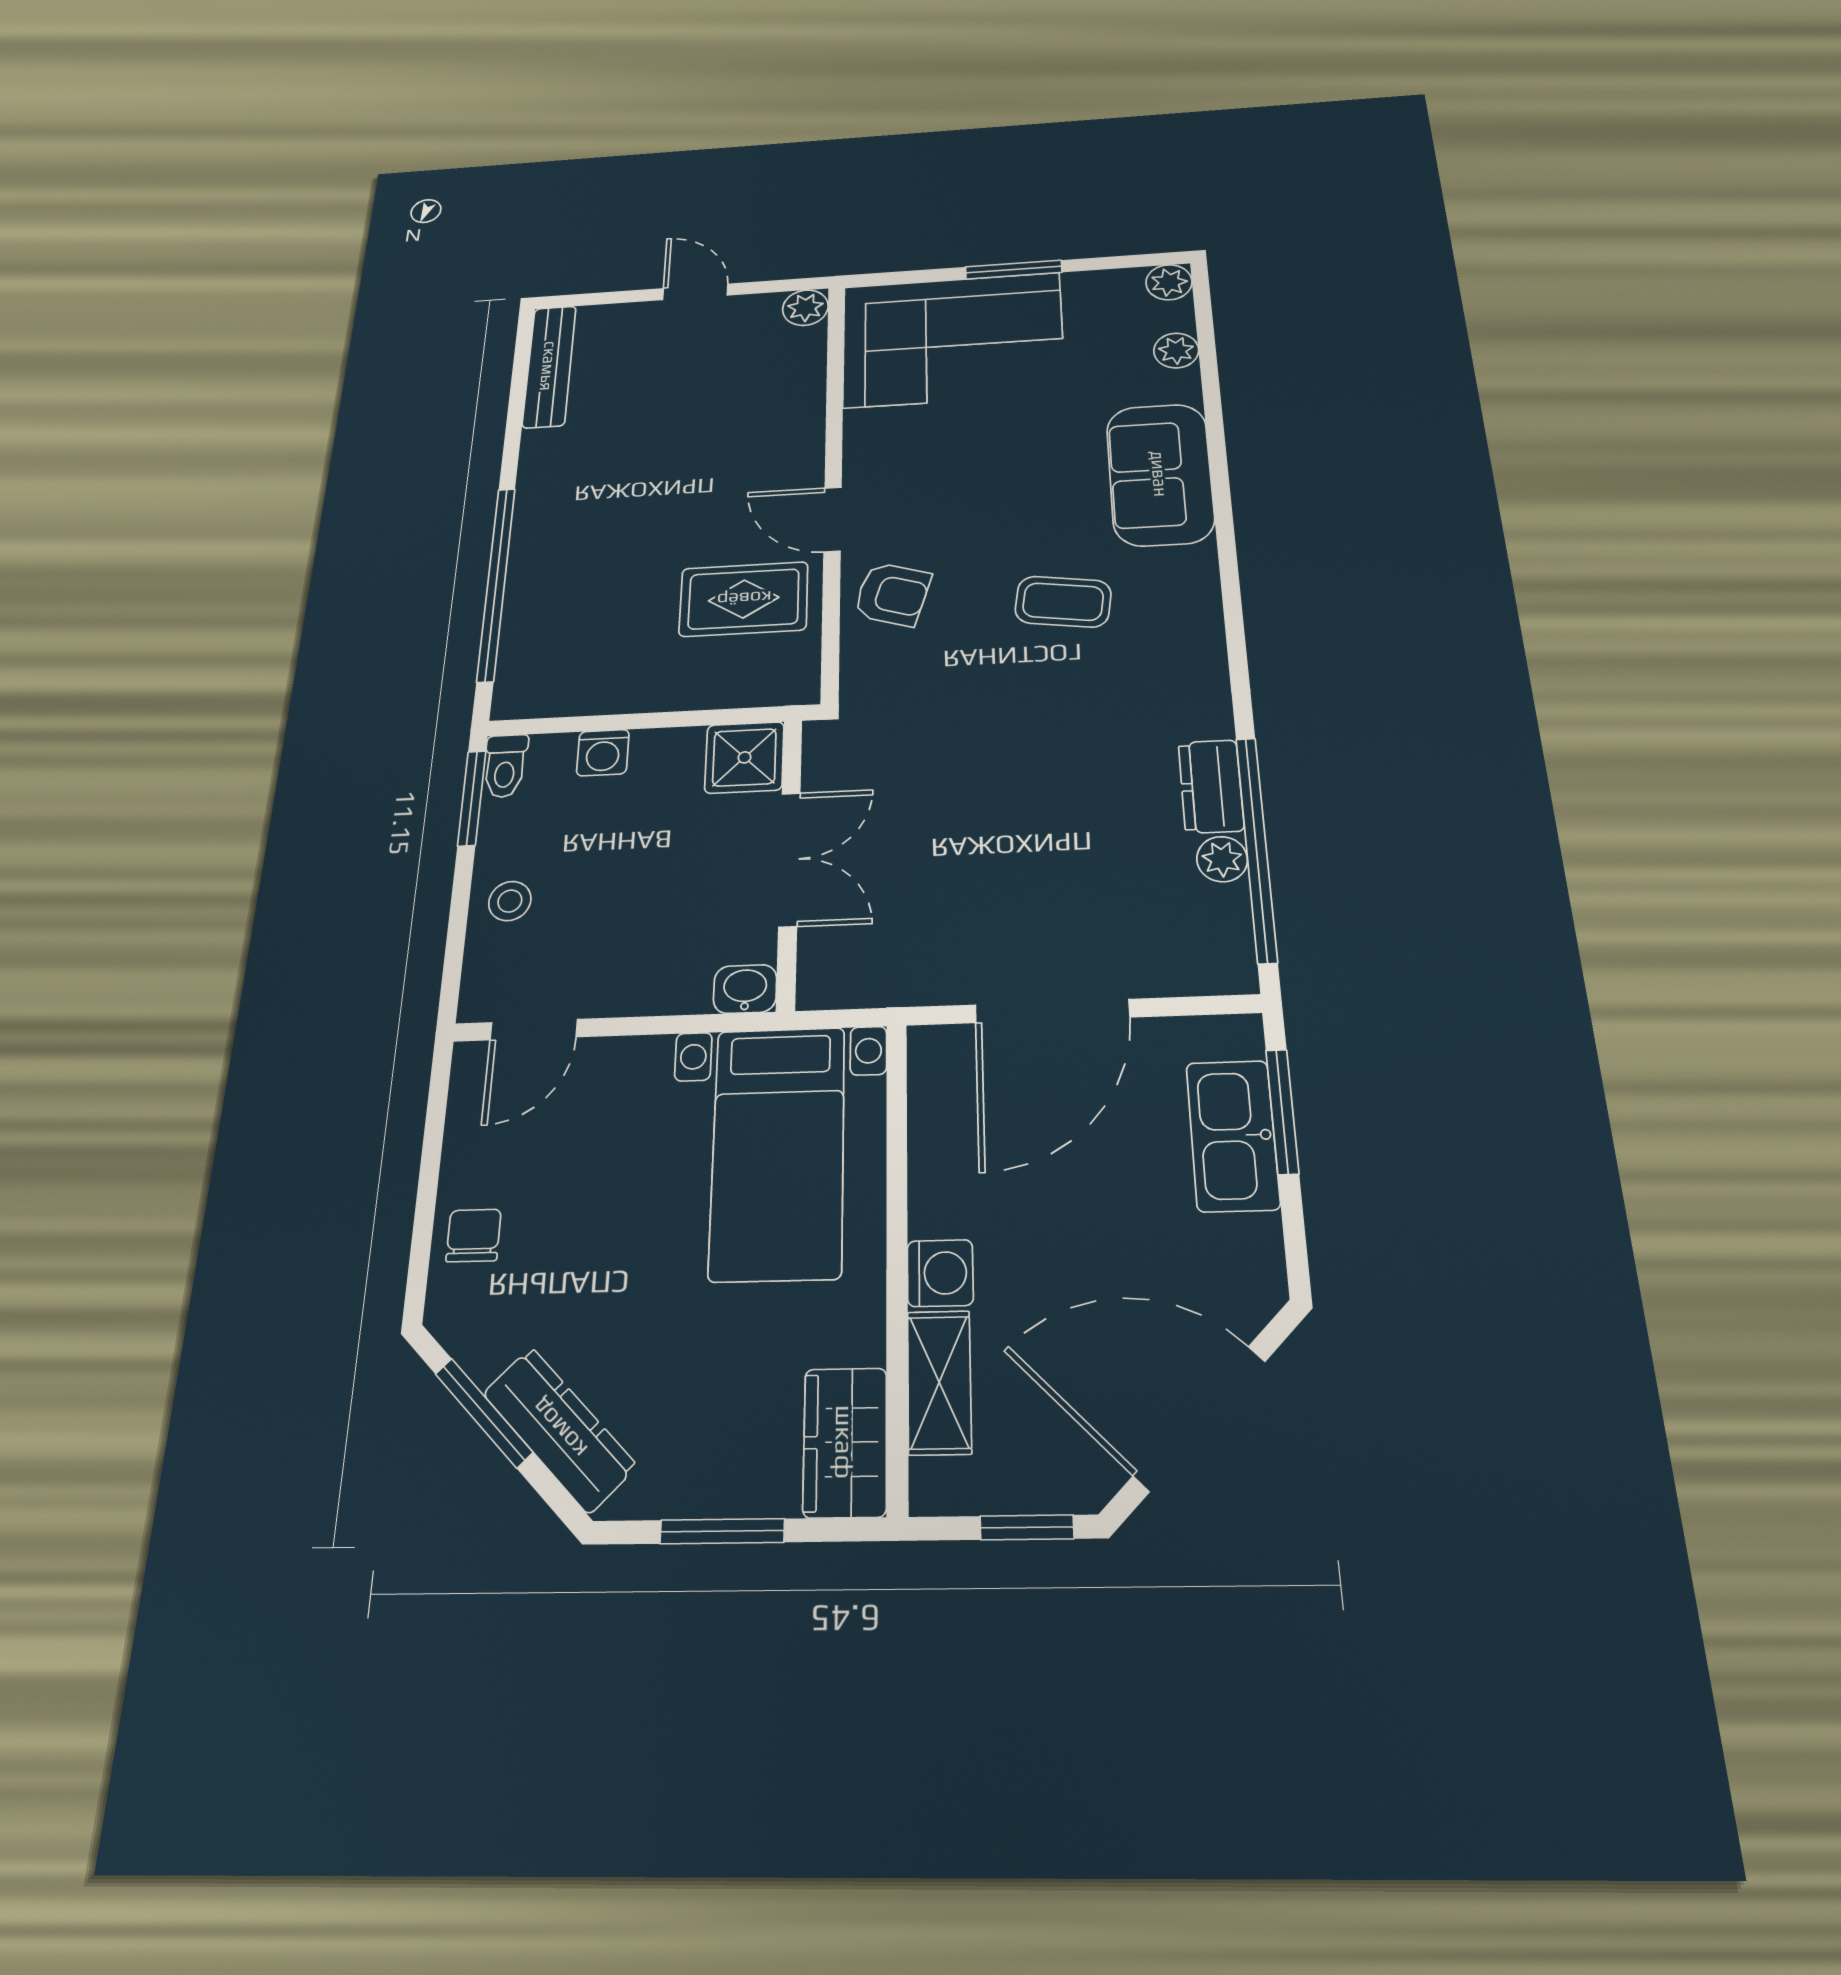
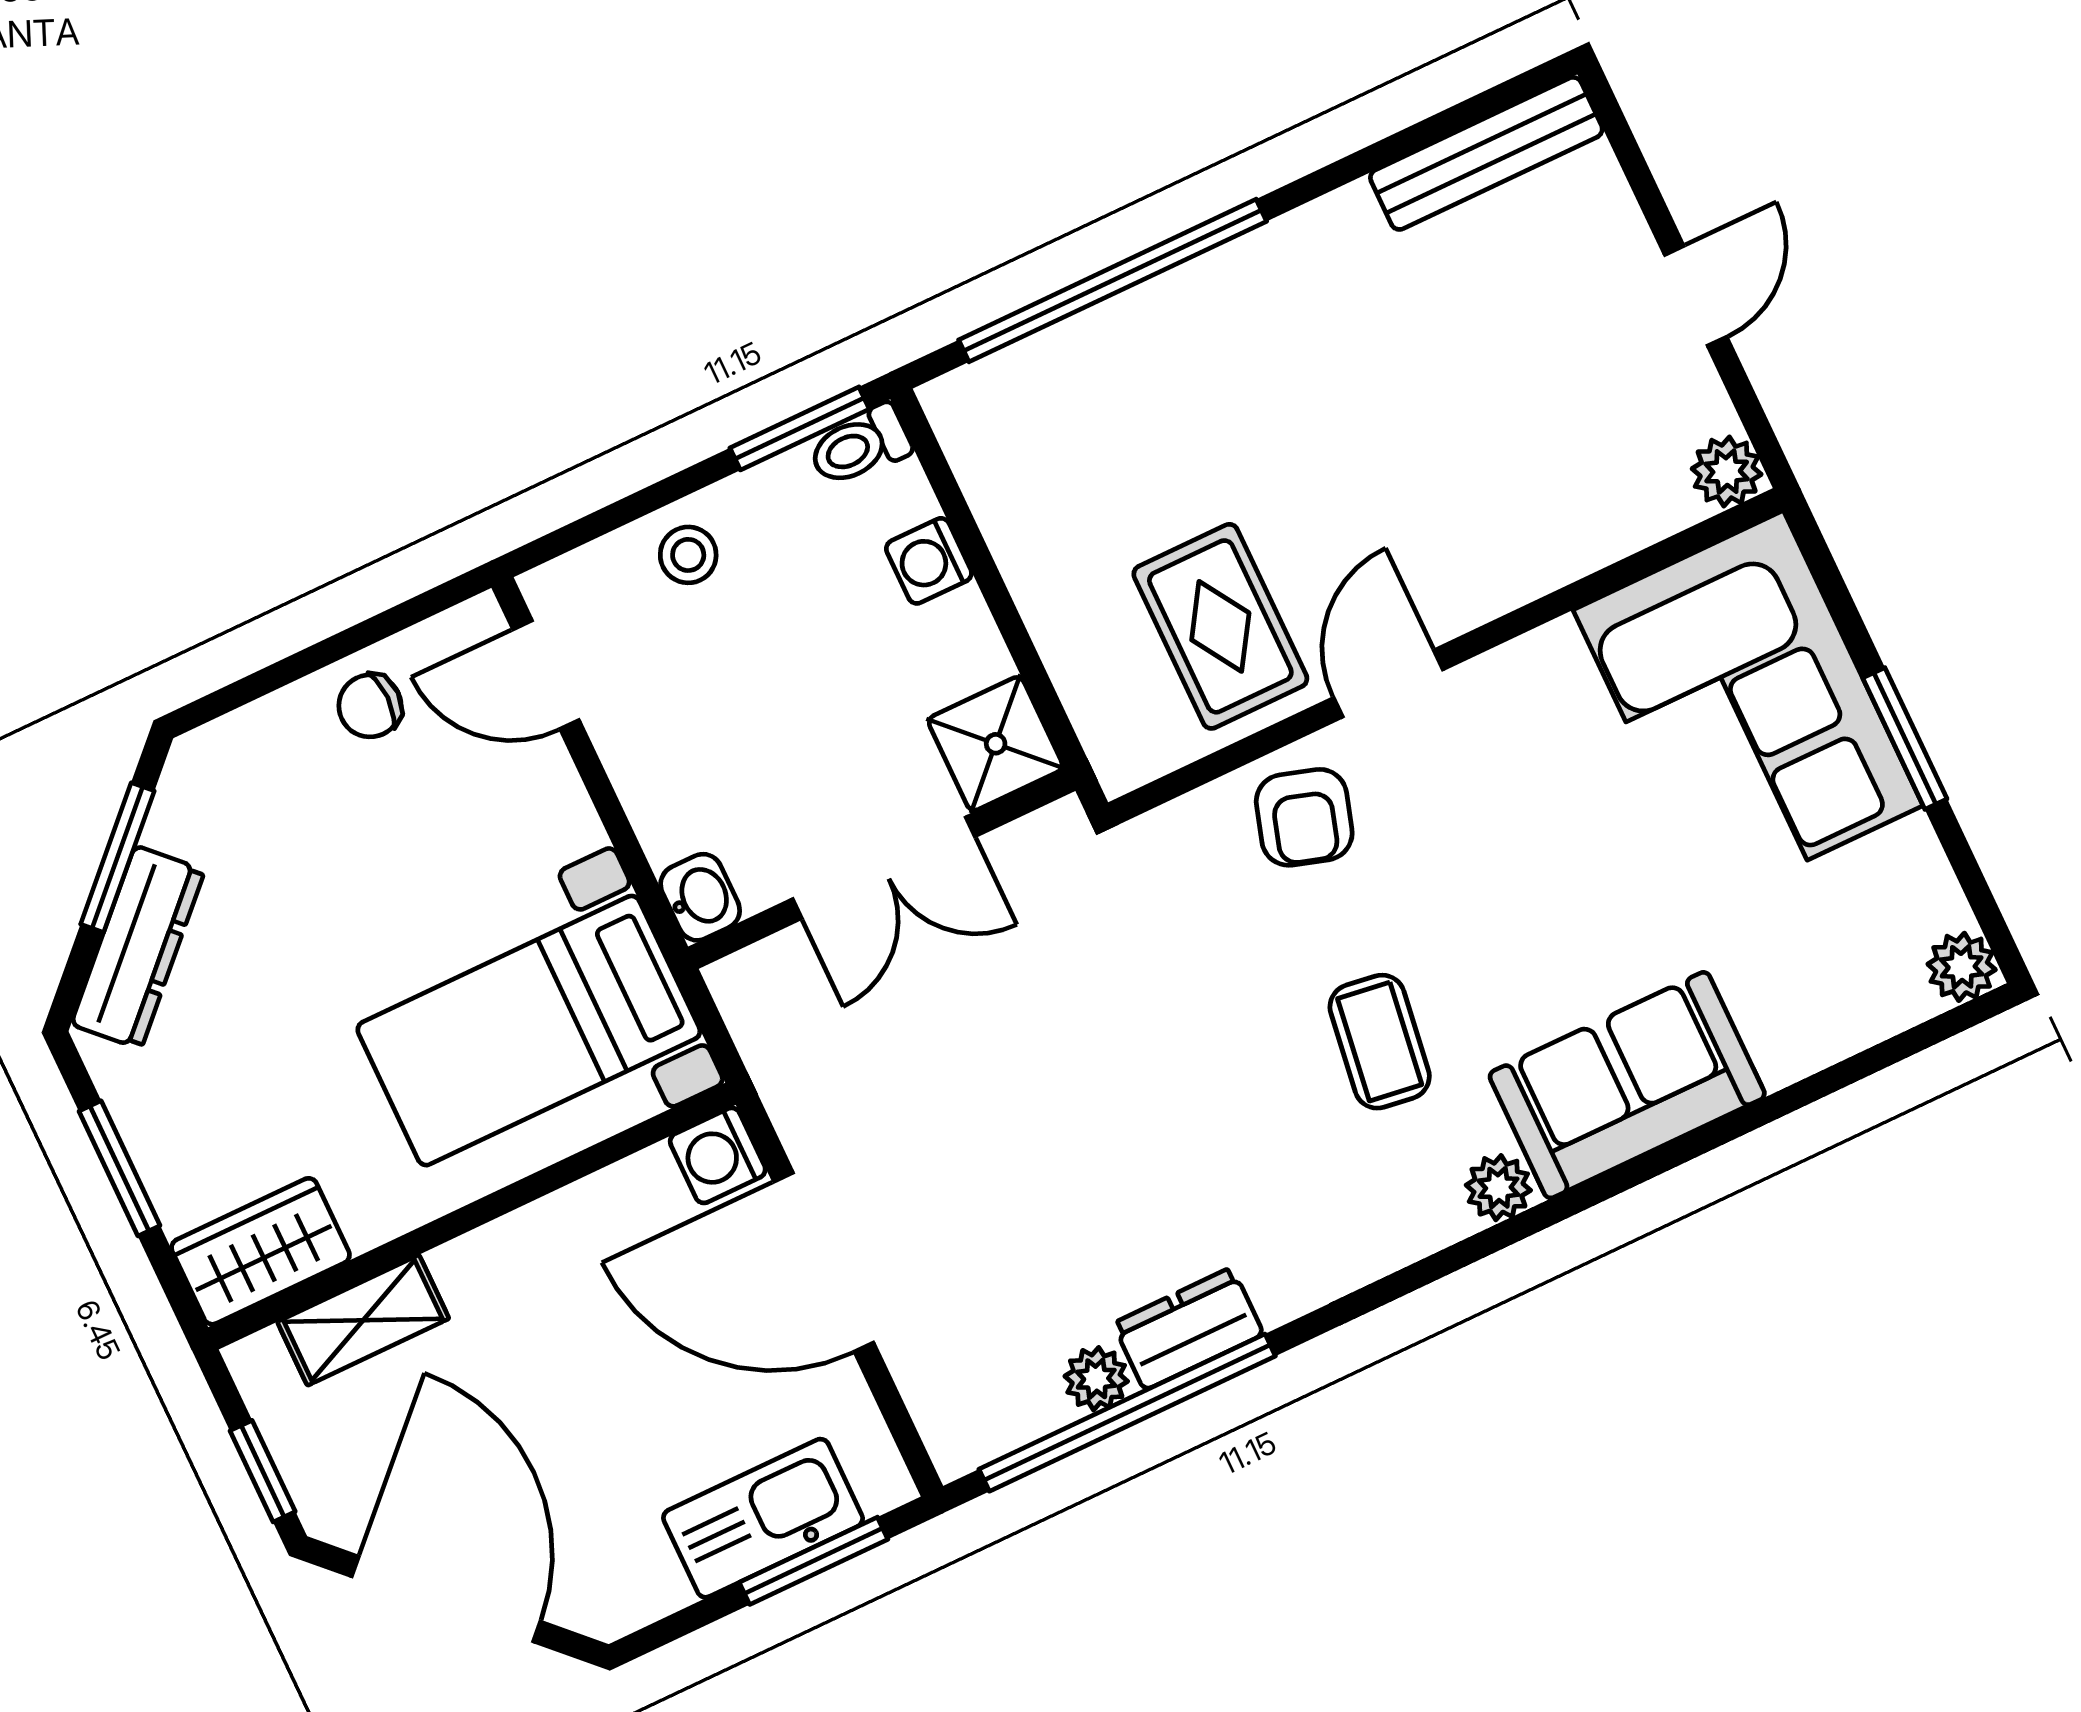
plant: (1176, 351) -> (1498, 1188), moved
chair: (474, 1235) -> (370, 706), moved, turned 180
washing machine: (940, 1273) -> (718, 1155), moved, turned 90

